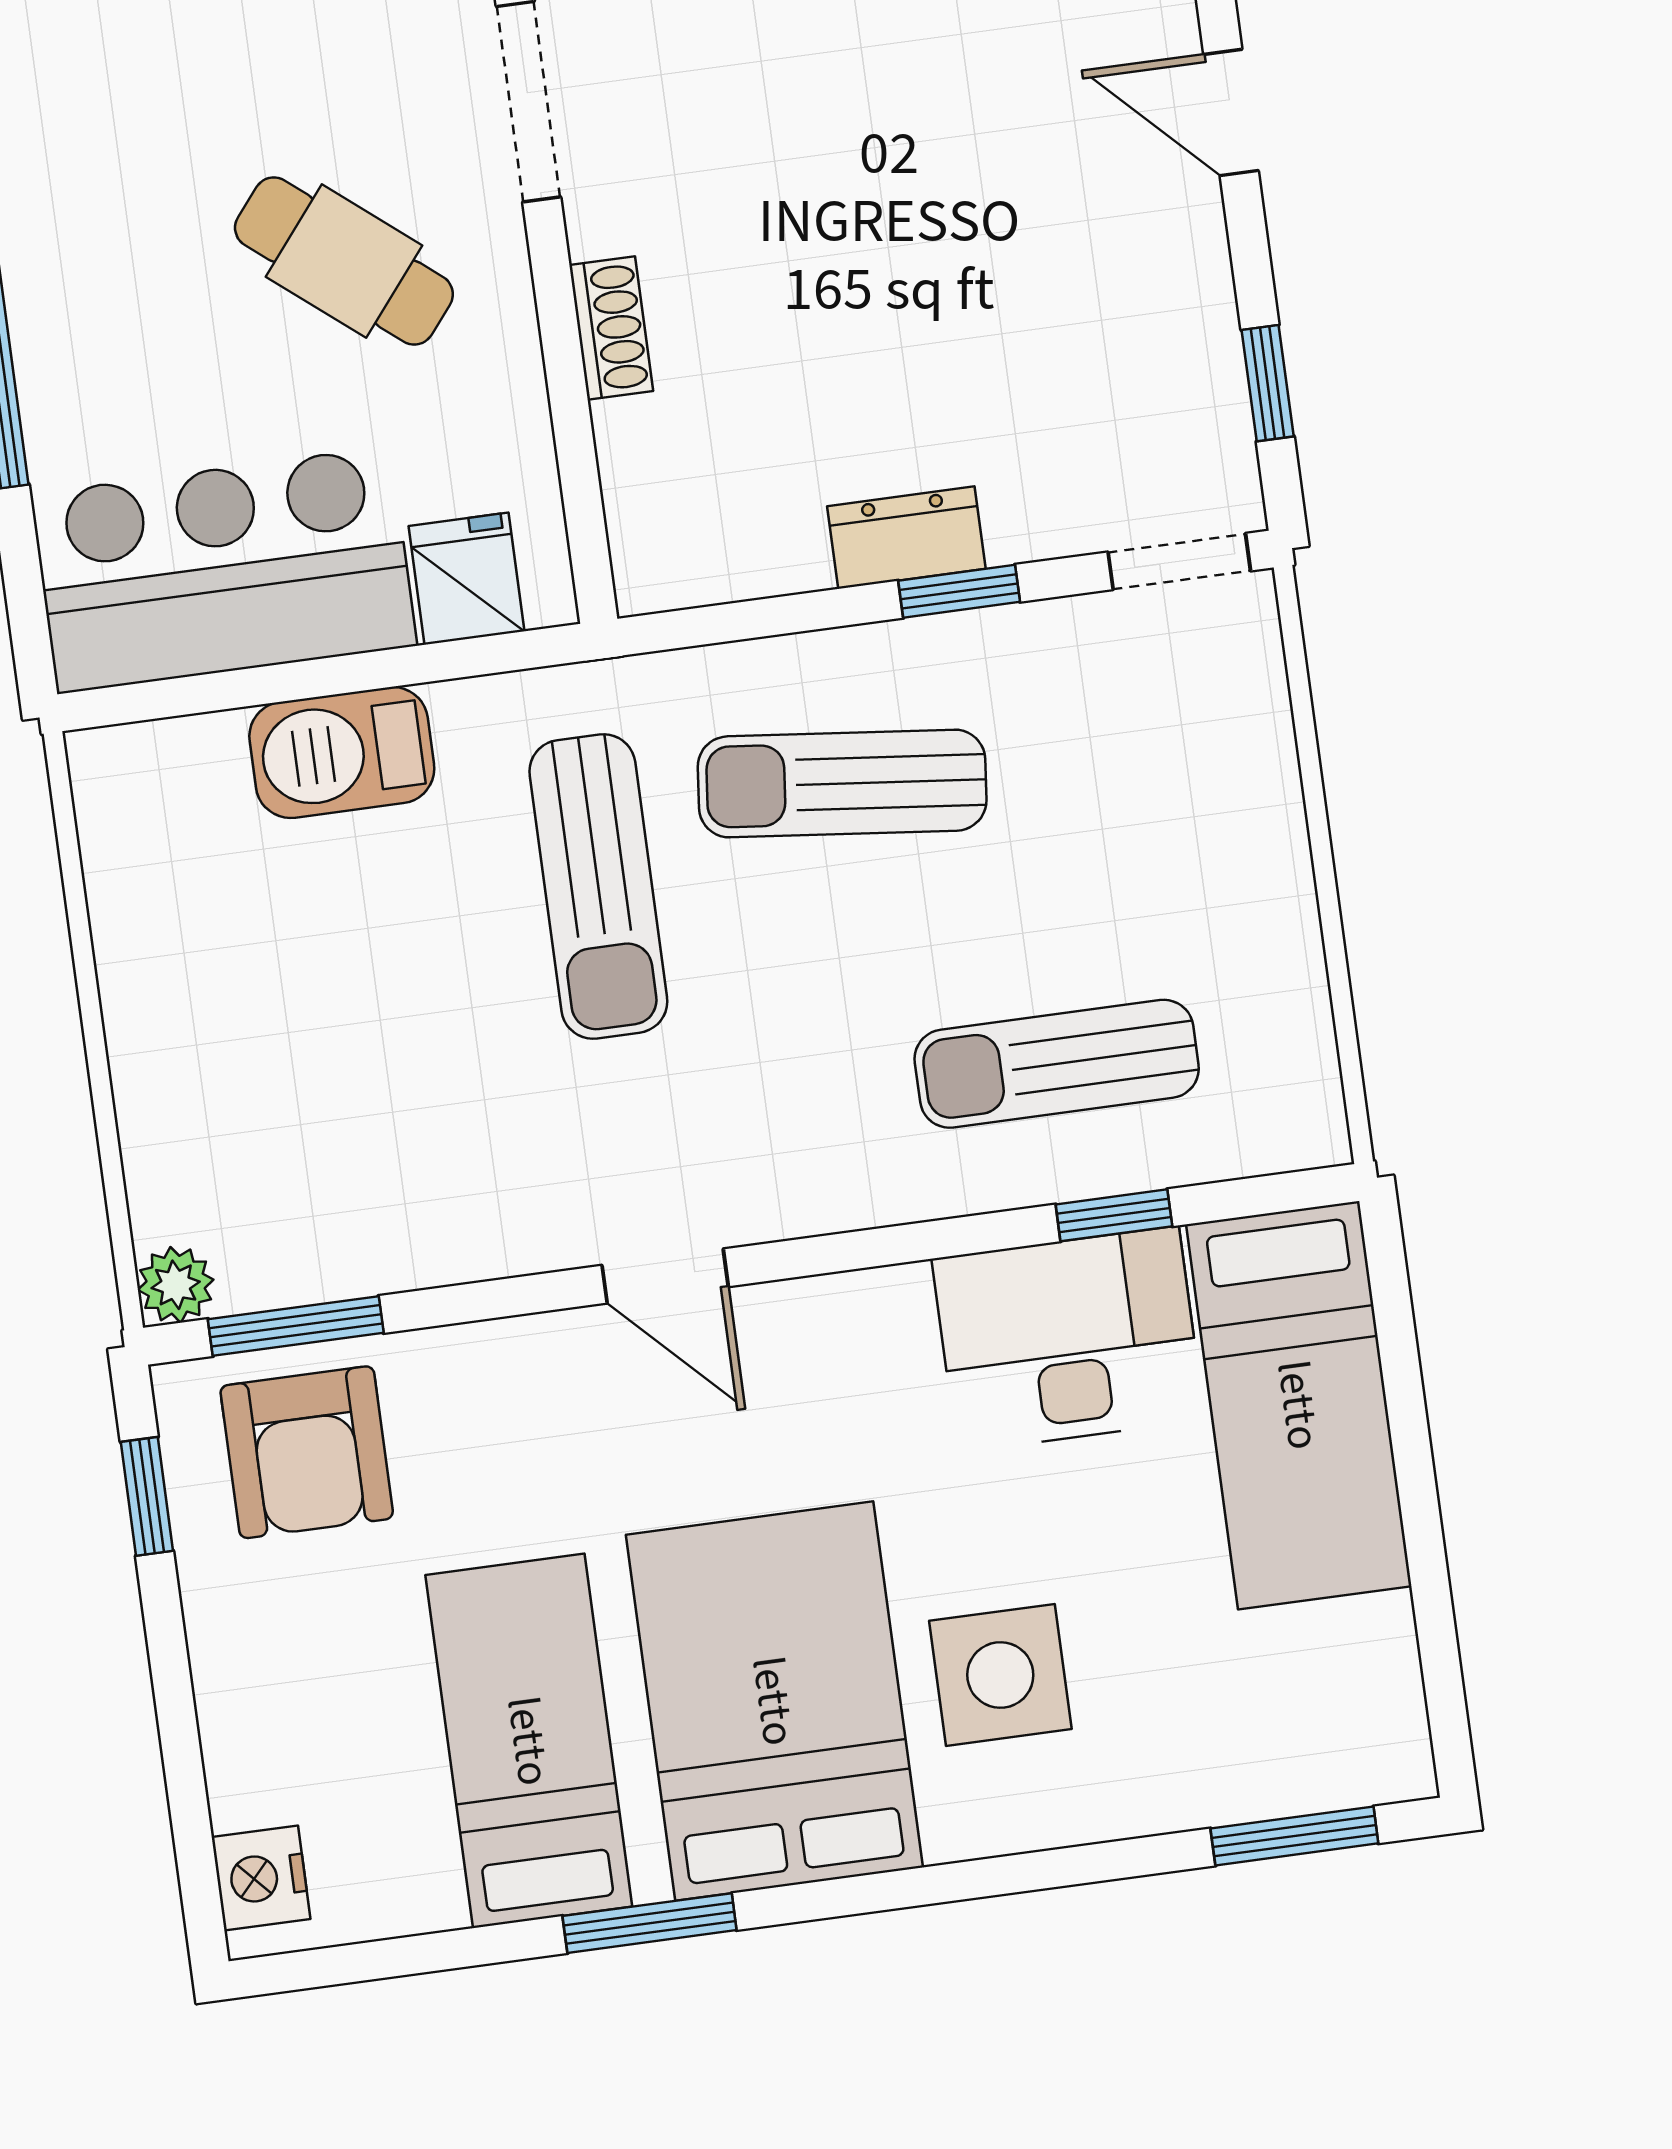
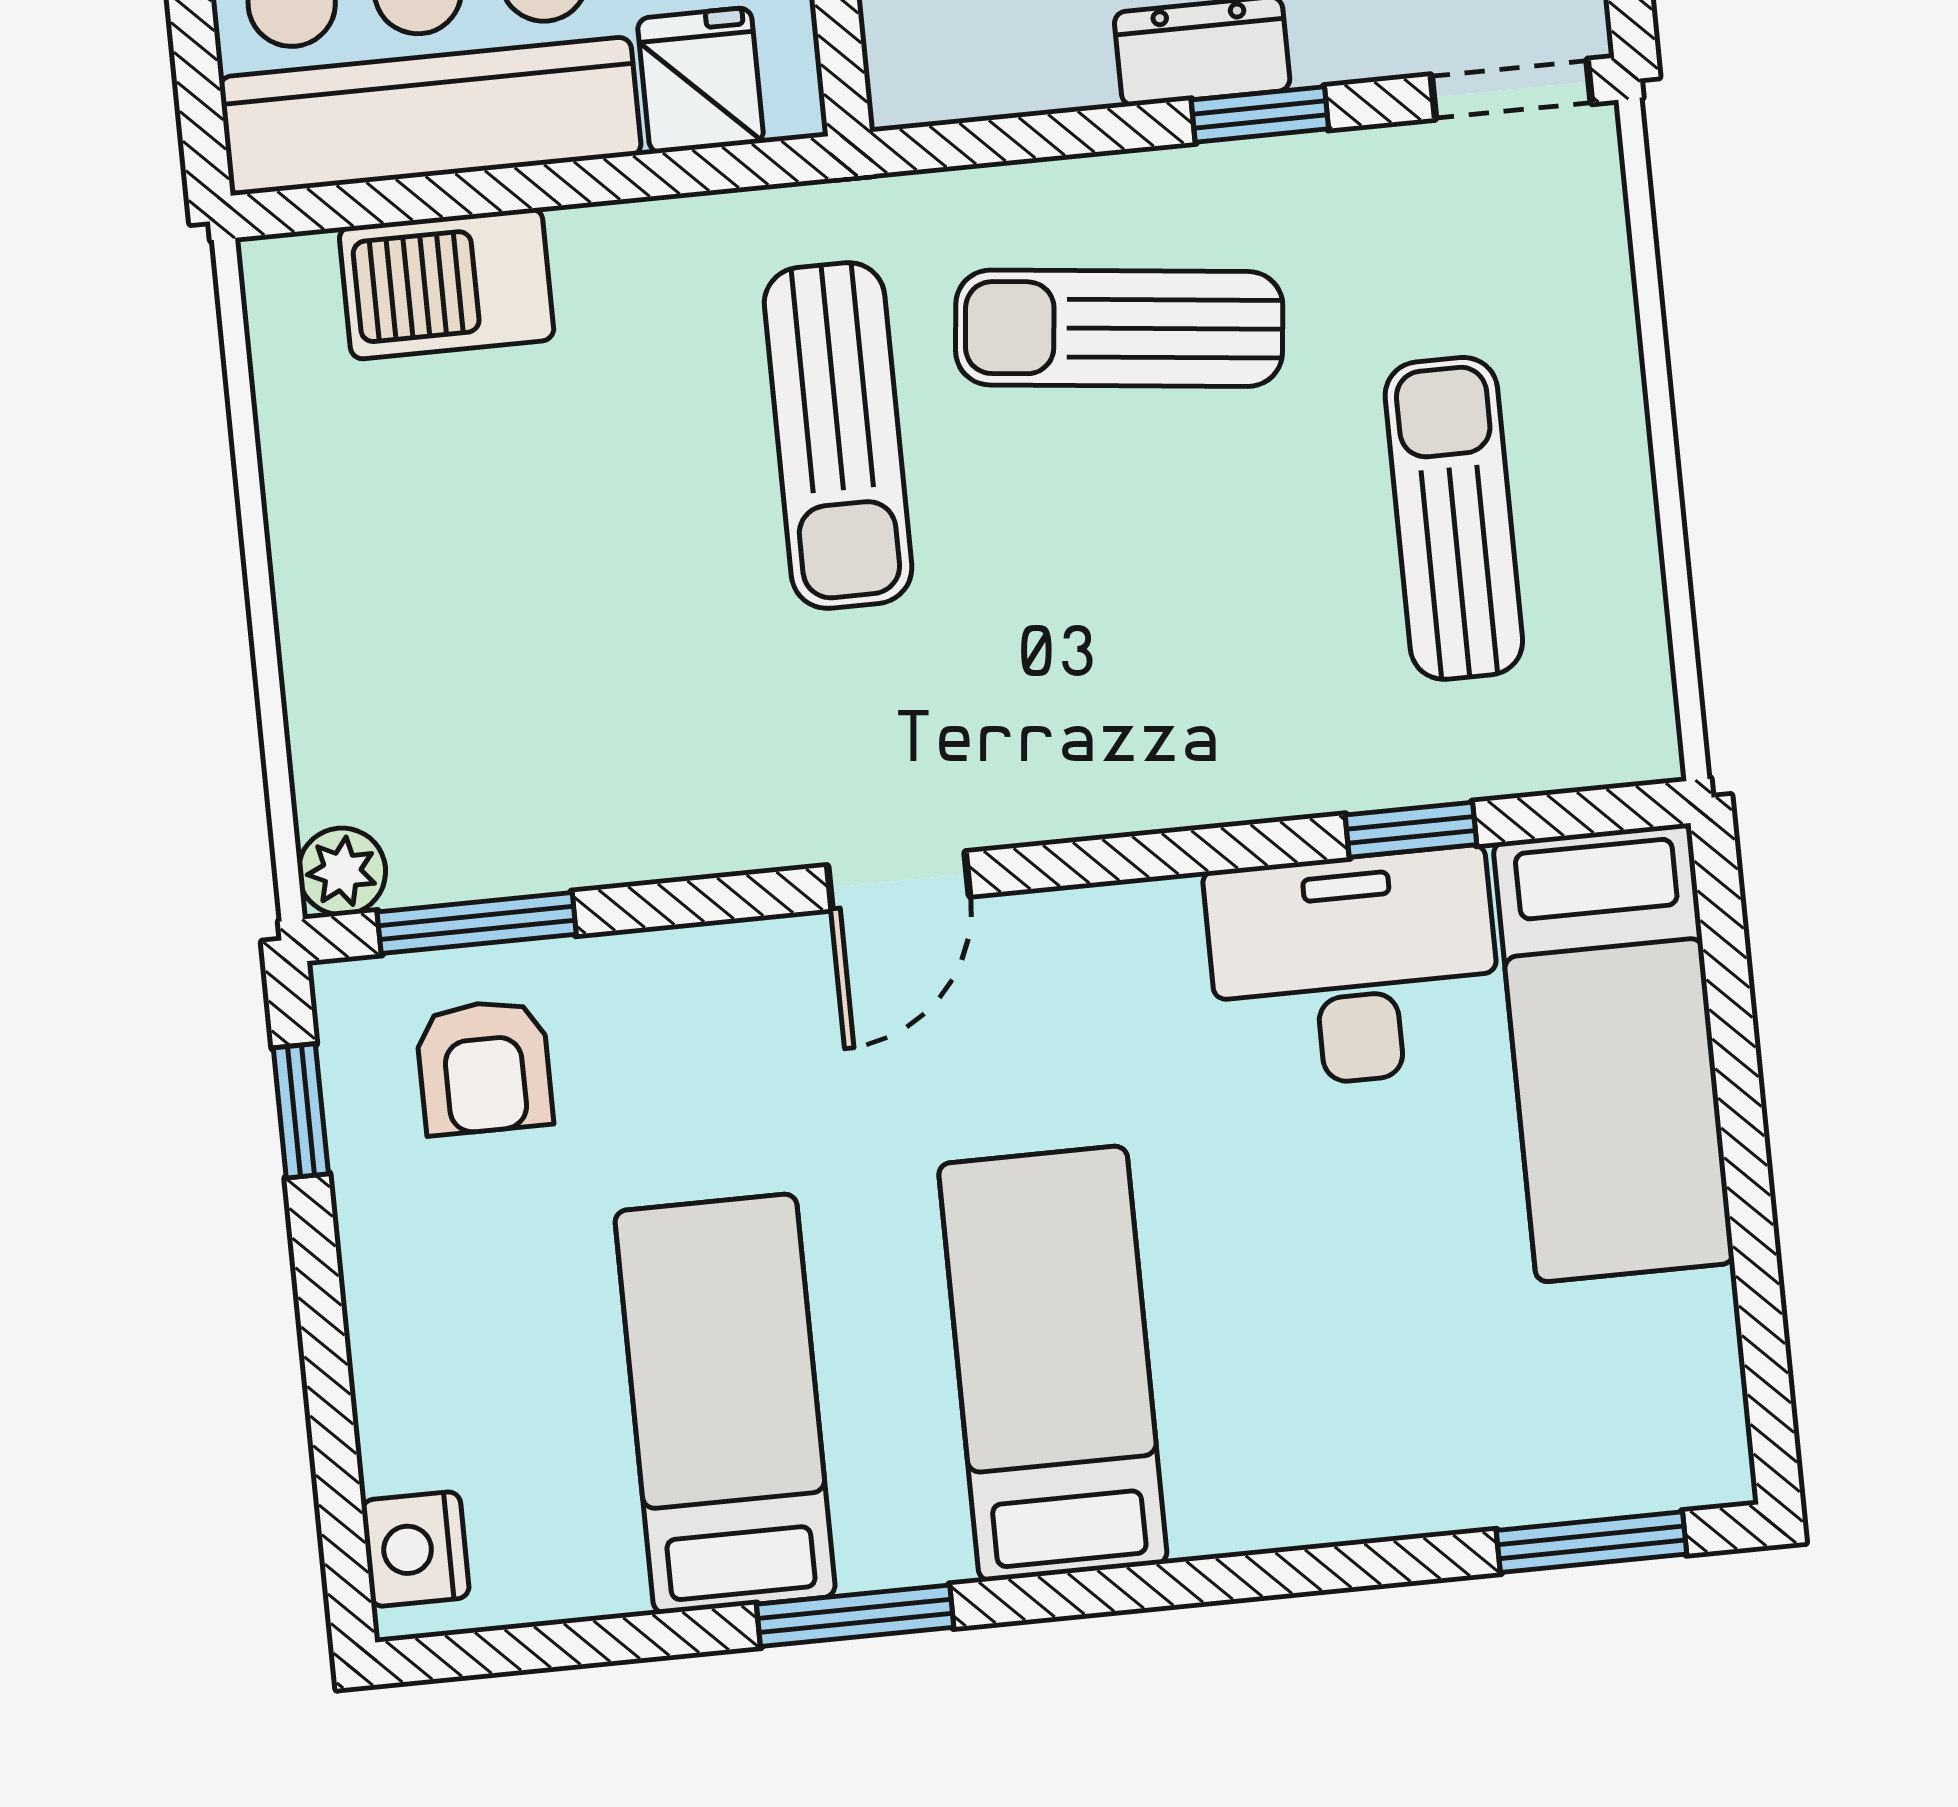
barbecue: (342, 753) -> (447, 284), moved
sun lounger: (1057, 1064) -> (1454, 518), moved, turned 90
door: (665, 1276) -> (898, 881), hinge flipped
armchair: (307, 1452) -> (484, 1067), width x0.72, depth x0.72
side table: (1000, 1675) -> (1264, 1348), removed
bed: (774, 1701) -> (1053, 1364), width x0.67

